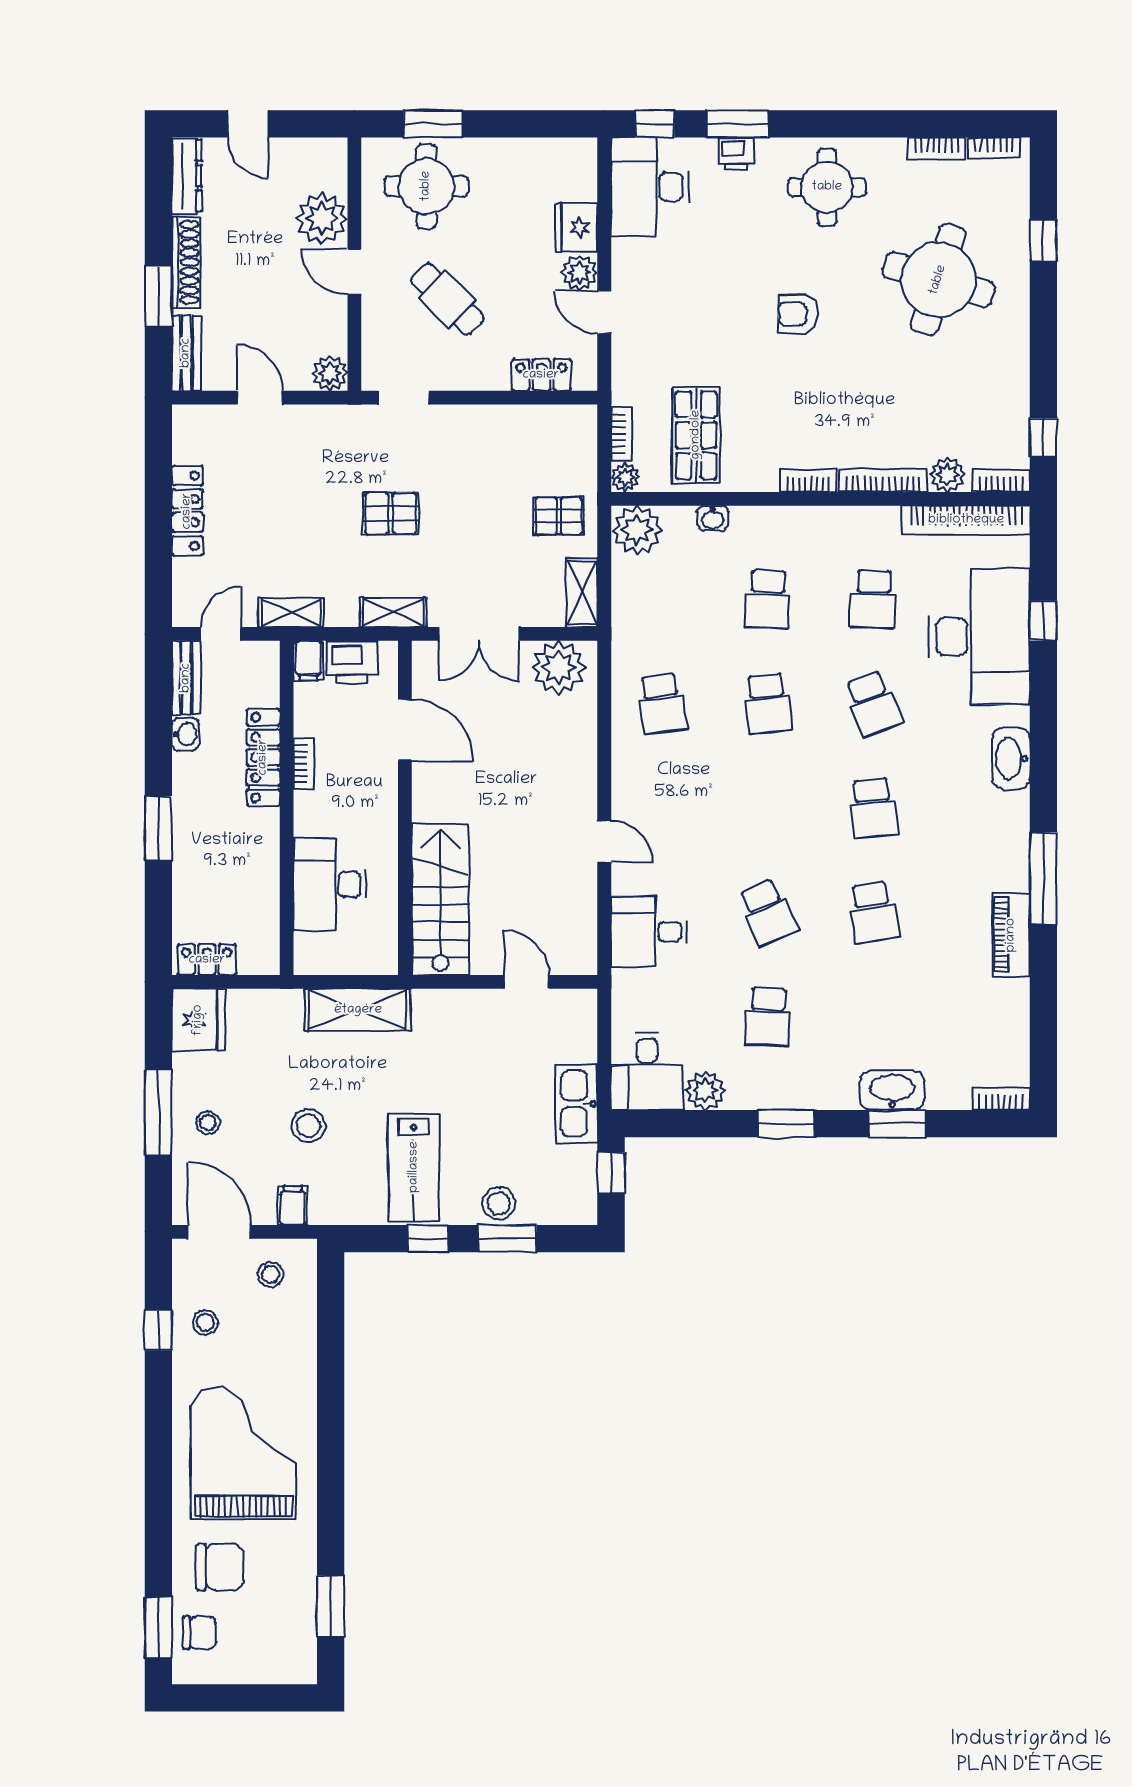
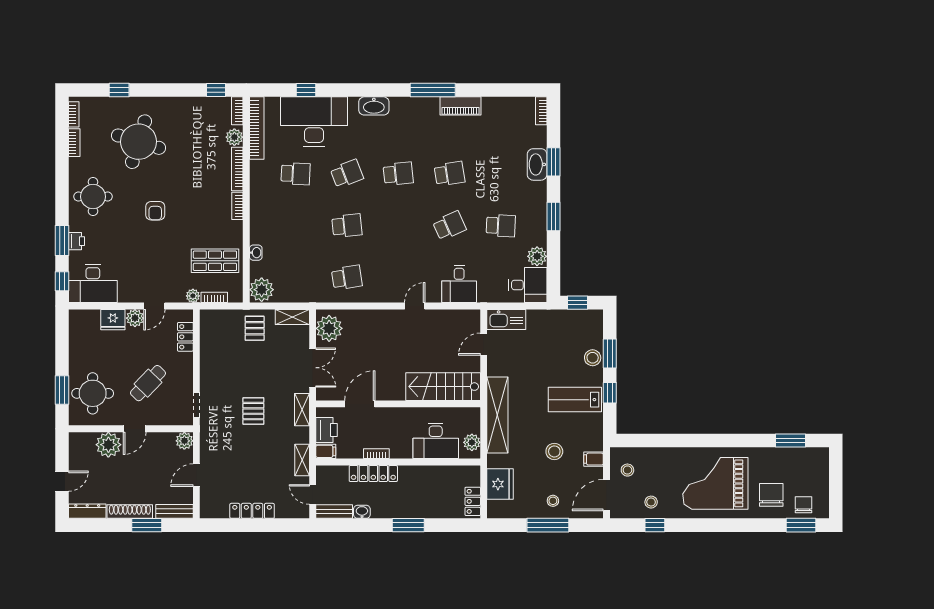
plant: (625, 477) -> (193, 296), moved
school desk: (768, 599) -> (296, 226), removed
plant: (327, 958) -> (472, 442), added
shelving: (358, 1010) -> (497, 415), width x1.47
fridge: (198, 1020) -> (500, 484), moved, turned 90
kitchen sink: (577, 1104) -> (506, 319), moved
lab bench: (414, 1167) -> (575, 400), turned 180

